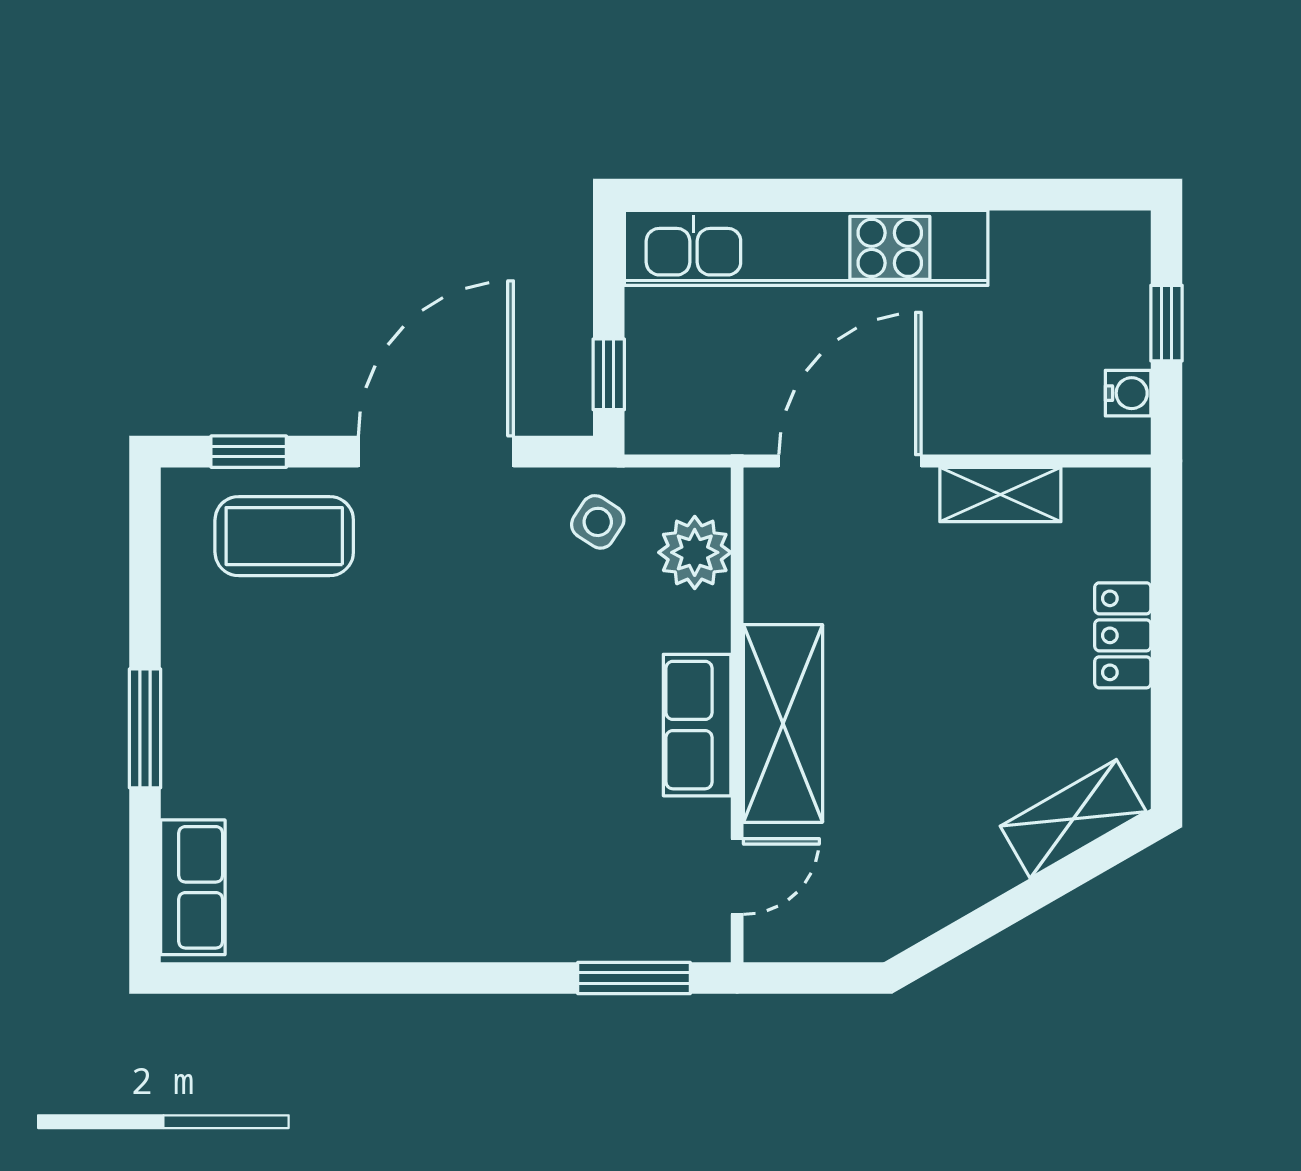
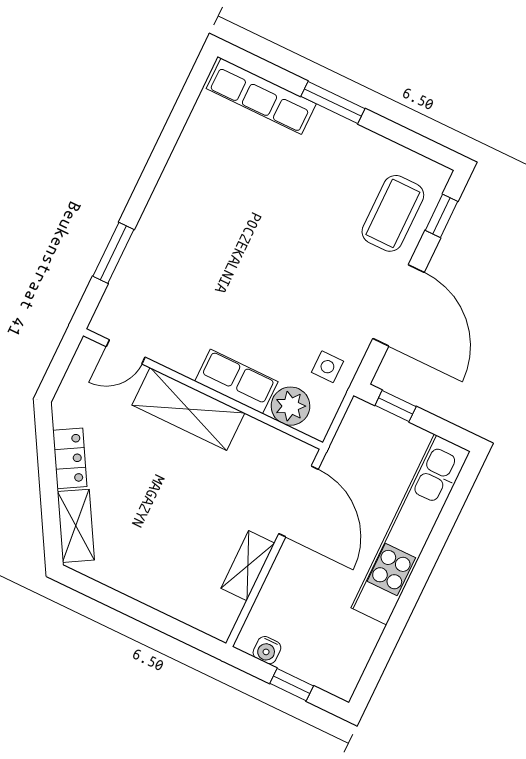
side table: (598, 522) -> (327, 367), turned -33
locker: (1123, 635) -> (70, 458), moved, turned 60
row of seats: (697, 725) -> (236, 381), moved
door: (737, 876) -> (126, 352), hinge flipped
row of seats: (193, 887) -> (261, 96), width x1.48
window: (634, 978) -> (113, 253), moved

